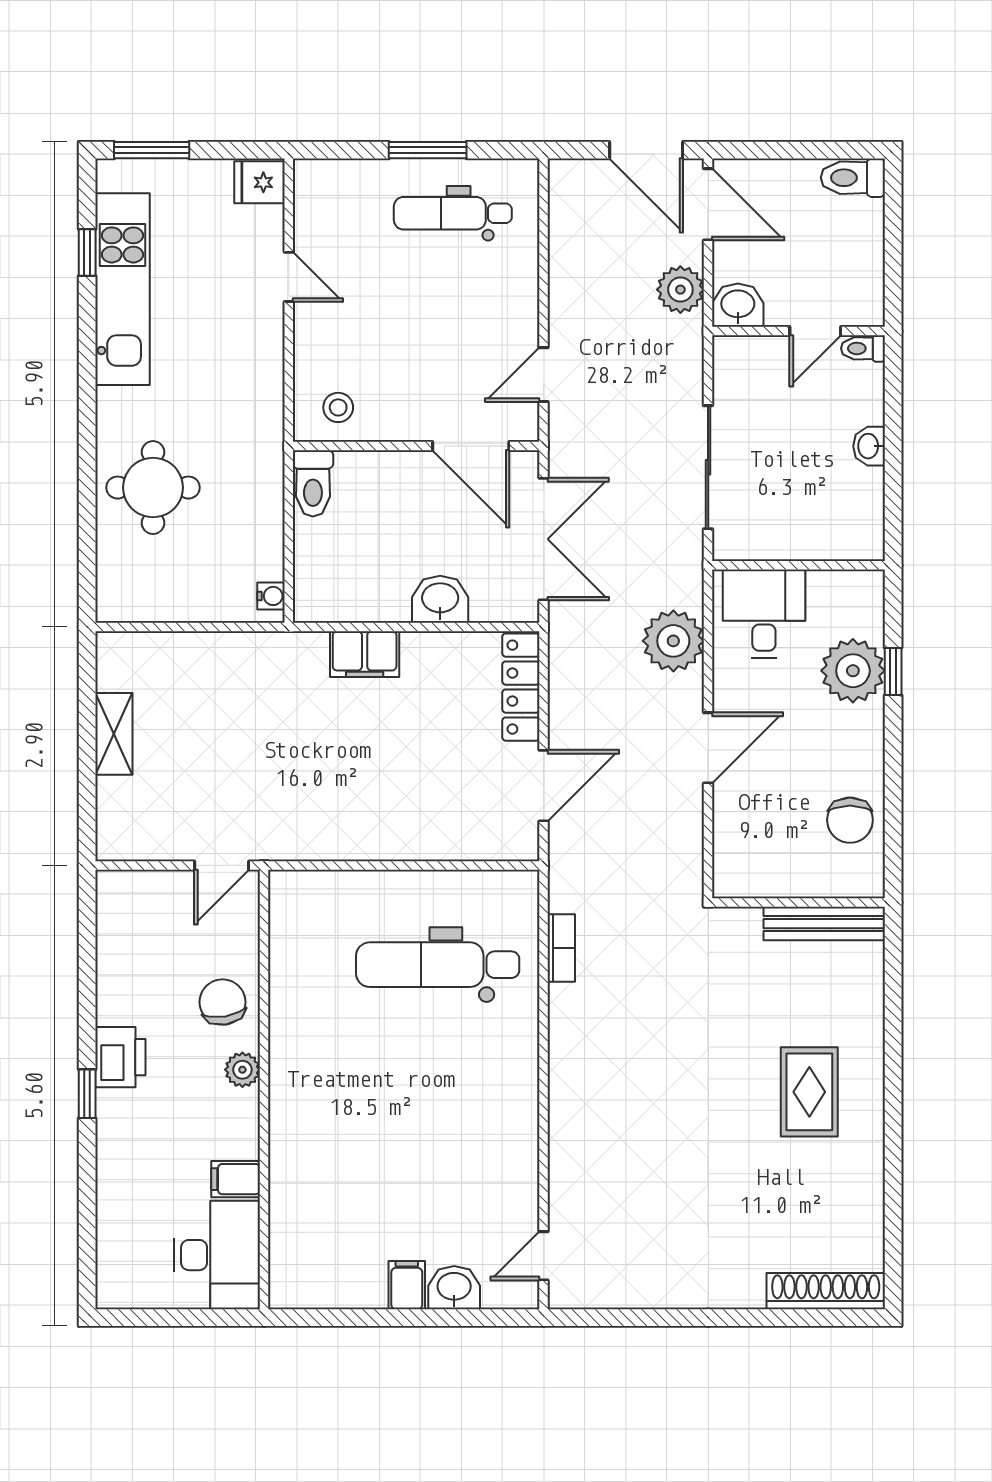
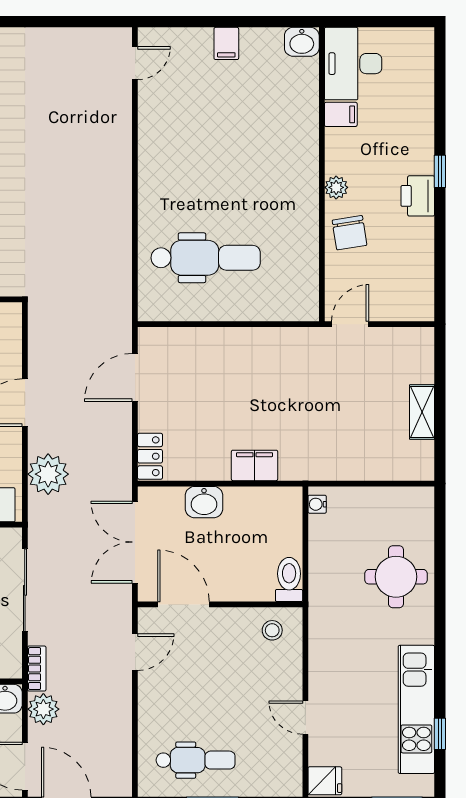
locker: (521, 687) -> (150, 456), width x0.66
bookcase: (561, 948) -> (37, 669), moved, turned 180
washbasin: (454, 1288) -> (302, 42), moved

